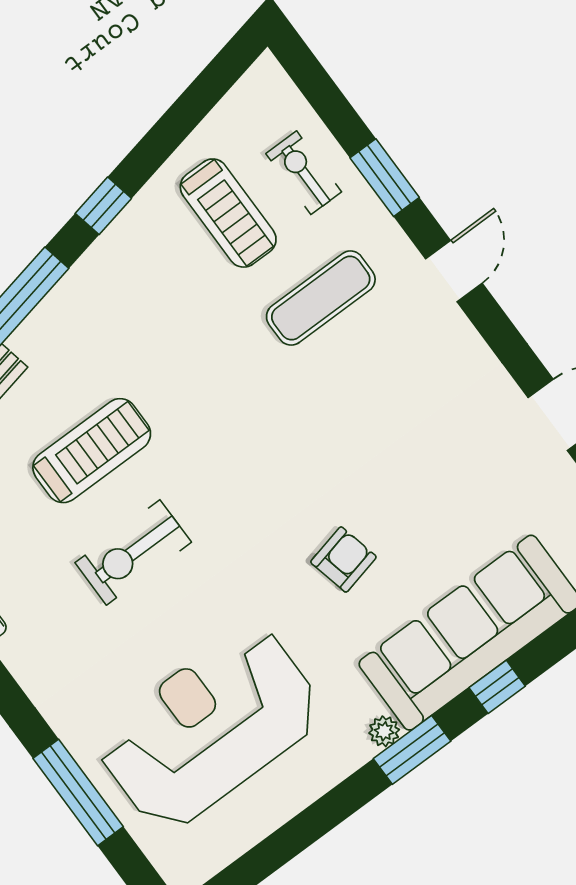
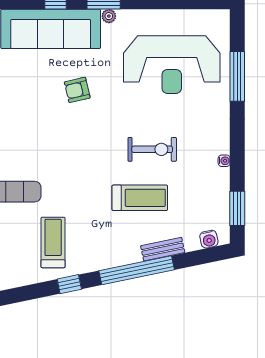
treadmill: (228, 213) -> (53, 242), moved
treadmill: (92, 451) -> (140, 198), turned 180

